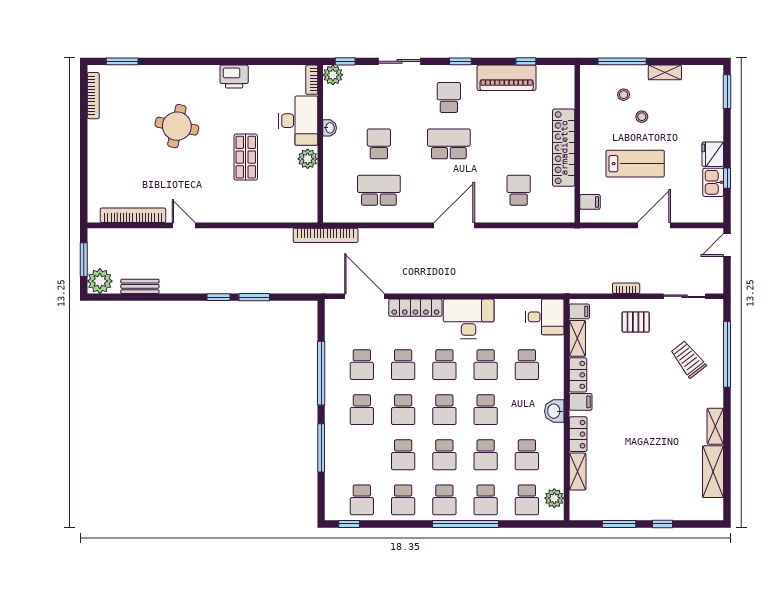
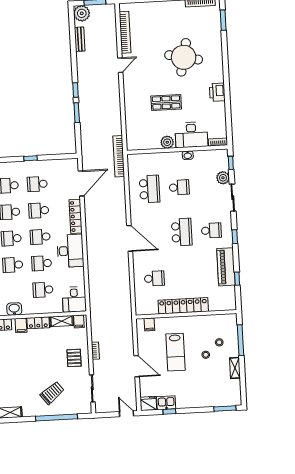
plant: (333, 75) -> (223, 178), moved
round table: (177, 126) -> (184, 57), width x1.36, depth x1.36
fridge: (713, 154) -> (148, 403), moved
window: (321, 373) -> (30, 158), width x0.32

